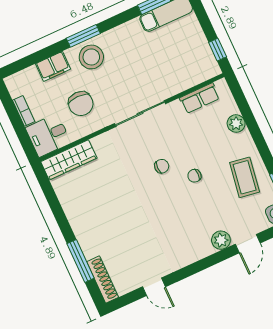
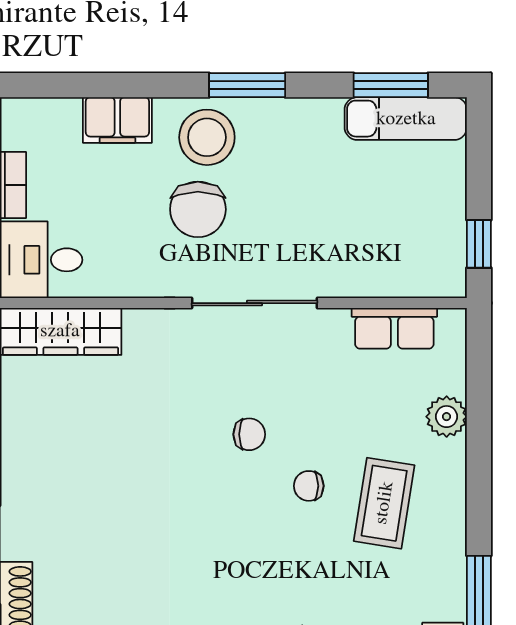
window: (83, 36) -> (247, 85), moved
chair: (81, 104) -> (198, 209), moved
coffee table: (245, 177) -> (384, 503), moved

